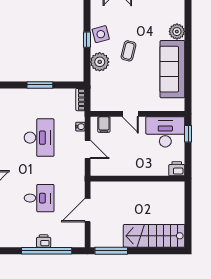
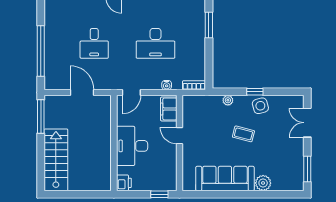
plant: (100, 62) -> (228, 100), width x0.53, depth x0.53
window: (40, 85) -> (209, 25), moved
door: (130, 114) -> (179, 136), hinge flipped
filing cabinet: (104, 125) -> (169, 109), width x2.00
desk: (165, 132) -> (132, 146), moved, turned 180
door: (88, 149) -> (131, 92), moved
printer: (44, 241) -> (51, 48), removed

